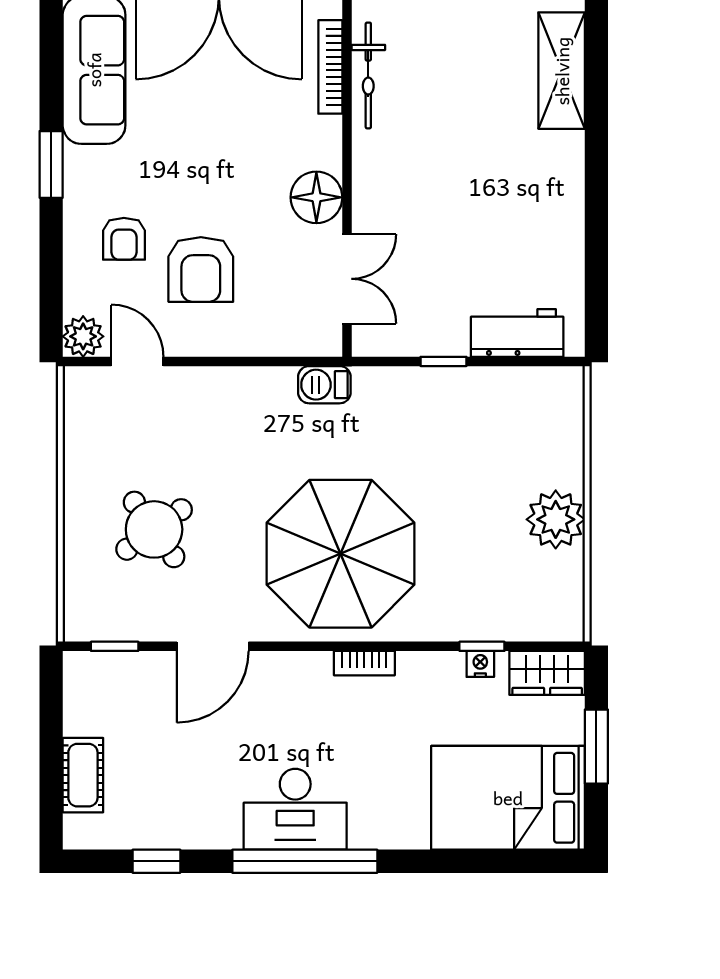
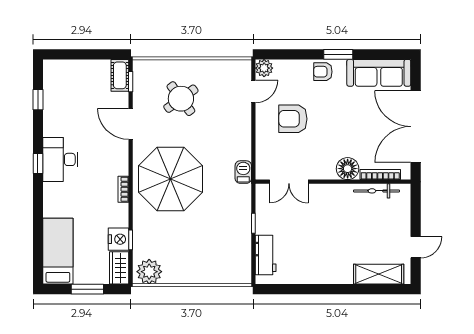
floor lamp: (316, 197) -> (348, 169), moved
armchair: (124, 239) -> (323, 72), moved
plant: (556, 519) -> (149, 272), moved
nightstand: (480, 664) -> (119, 239), width x1.89, depth x1.79
cot: (83, 775) -> (120, 75), moved, turned 90
bed: (508, 798) -> (58, 251), width x0.67
window: (305, 861) -> (38, 164), width x0.32

